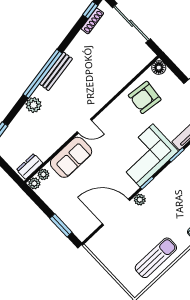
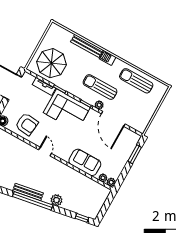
door: (84, 126) -> (45, 152), moved
dresser: (30, 166) -> (100, 189), removed
sun lounger: (163, 208) -> (100, 87), added

